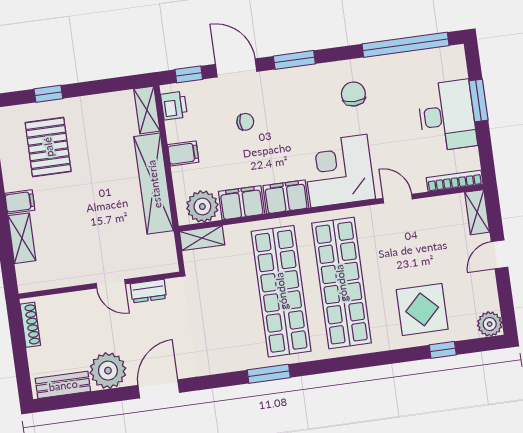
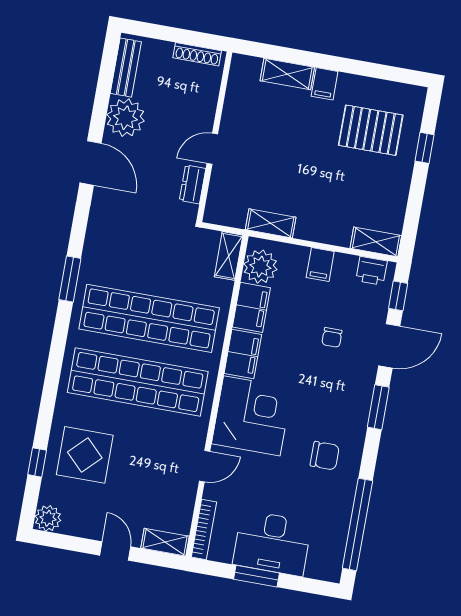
window: (478, 101) -> (257, 576), moved
shelving: (154, 184) -> (271, 223), width x0.45, depth x0.75

